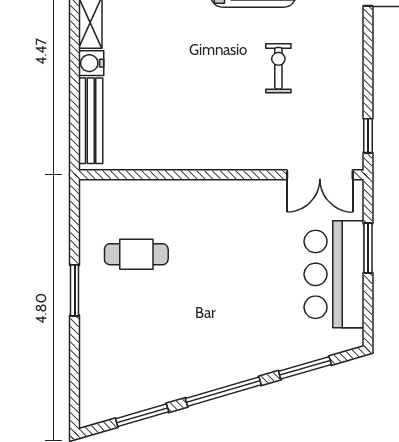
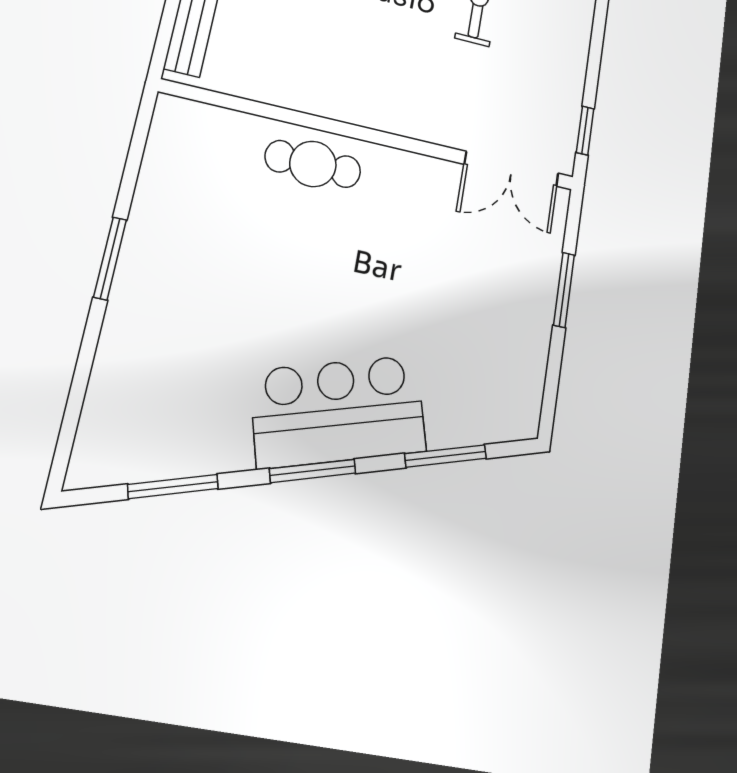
cafe table: (136, 254) -> (313, 164), moved
bar counter: (334, 274) -> (338, 411), moved, turned 74
window: (223, 392) -> (313, 471), width x0.69

